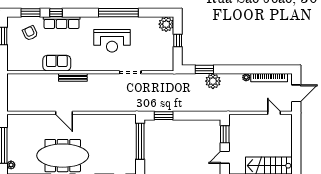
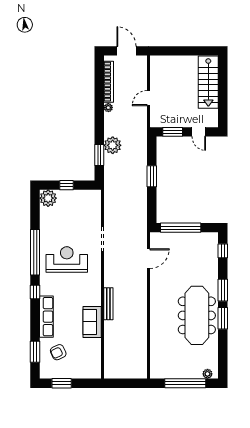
window: (56, 13) -> (35, 292), moved
reception desk: (112, 41) -> (67, 260), turned -90
door: (64, 113) -> (148, 259), moved
door: (274, 113) -> (148, 98), moved
window: (164, 116) -> (152, 176), moved

